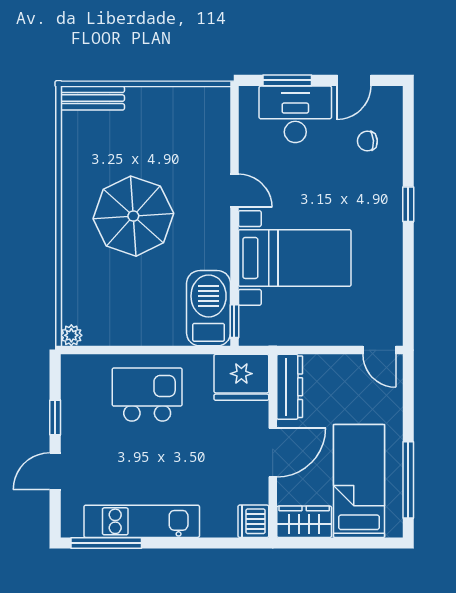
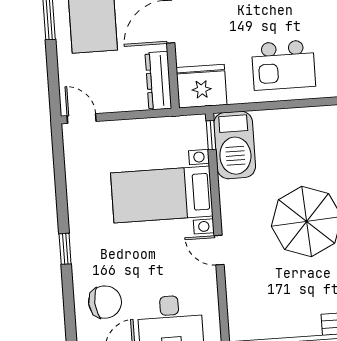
chair: (367, 141) -> (105, 302), width x1.87, depth x1.87

